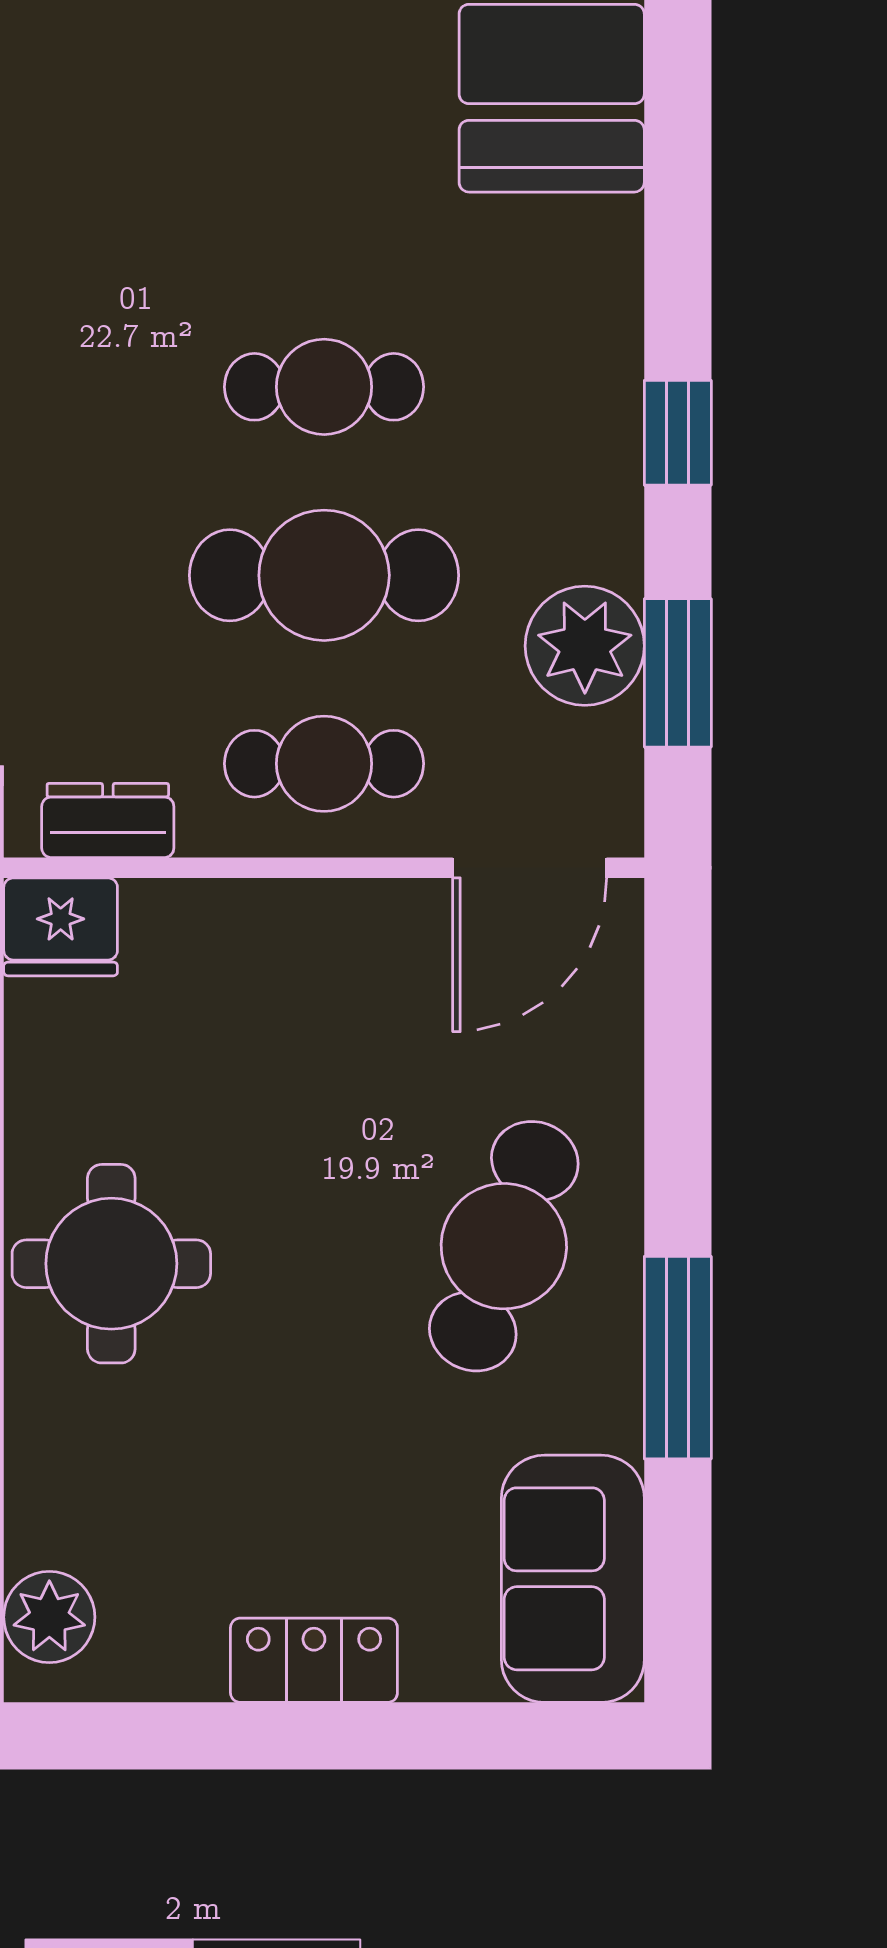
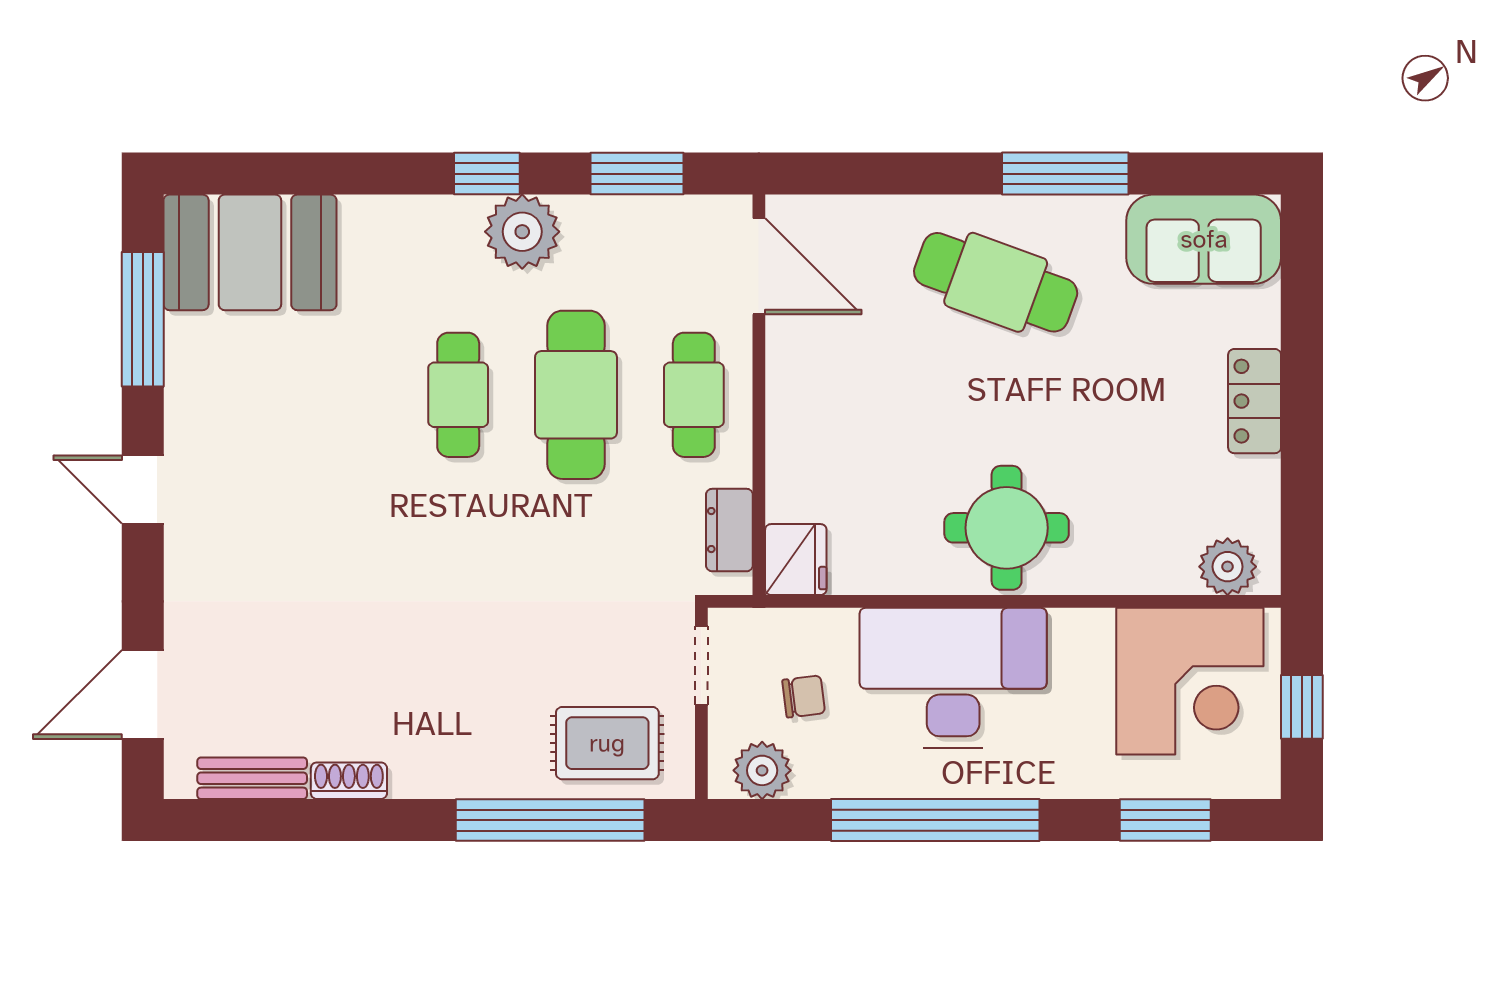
plant: (585, 646) -> (522, 232), moved

